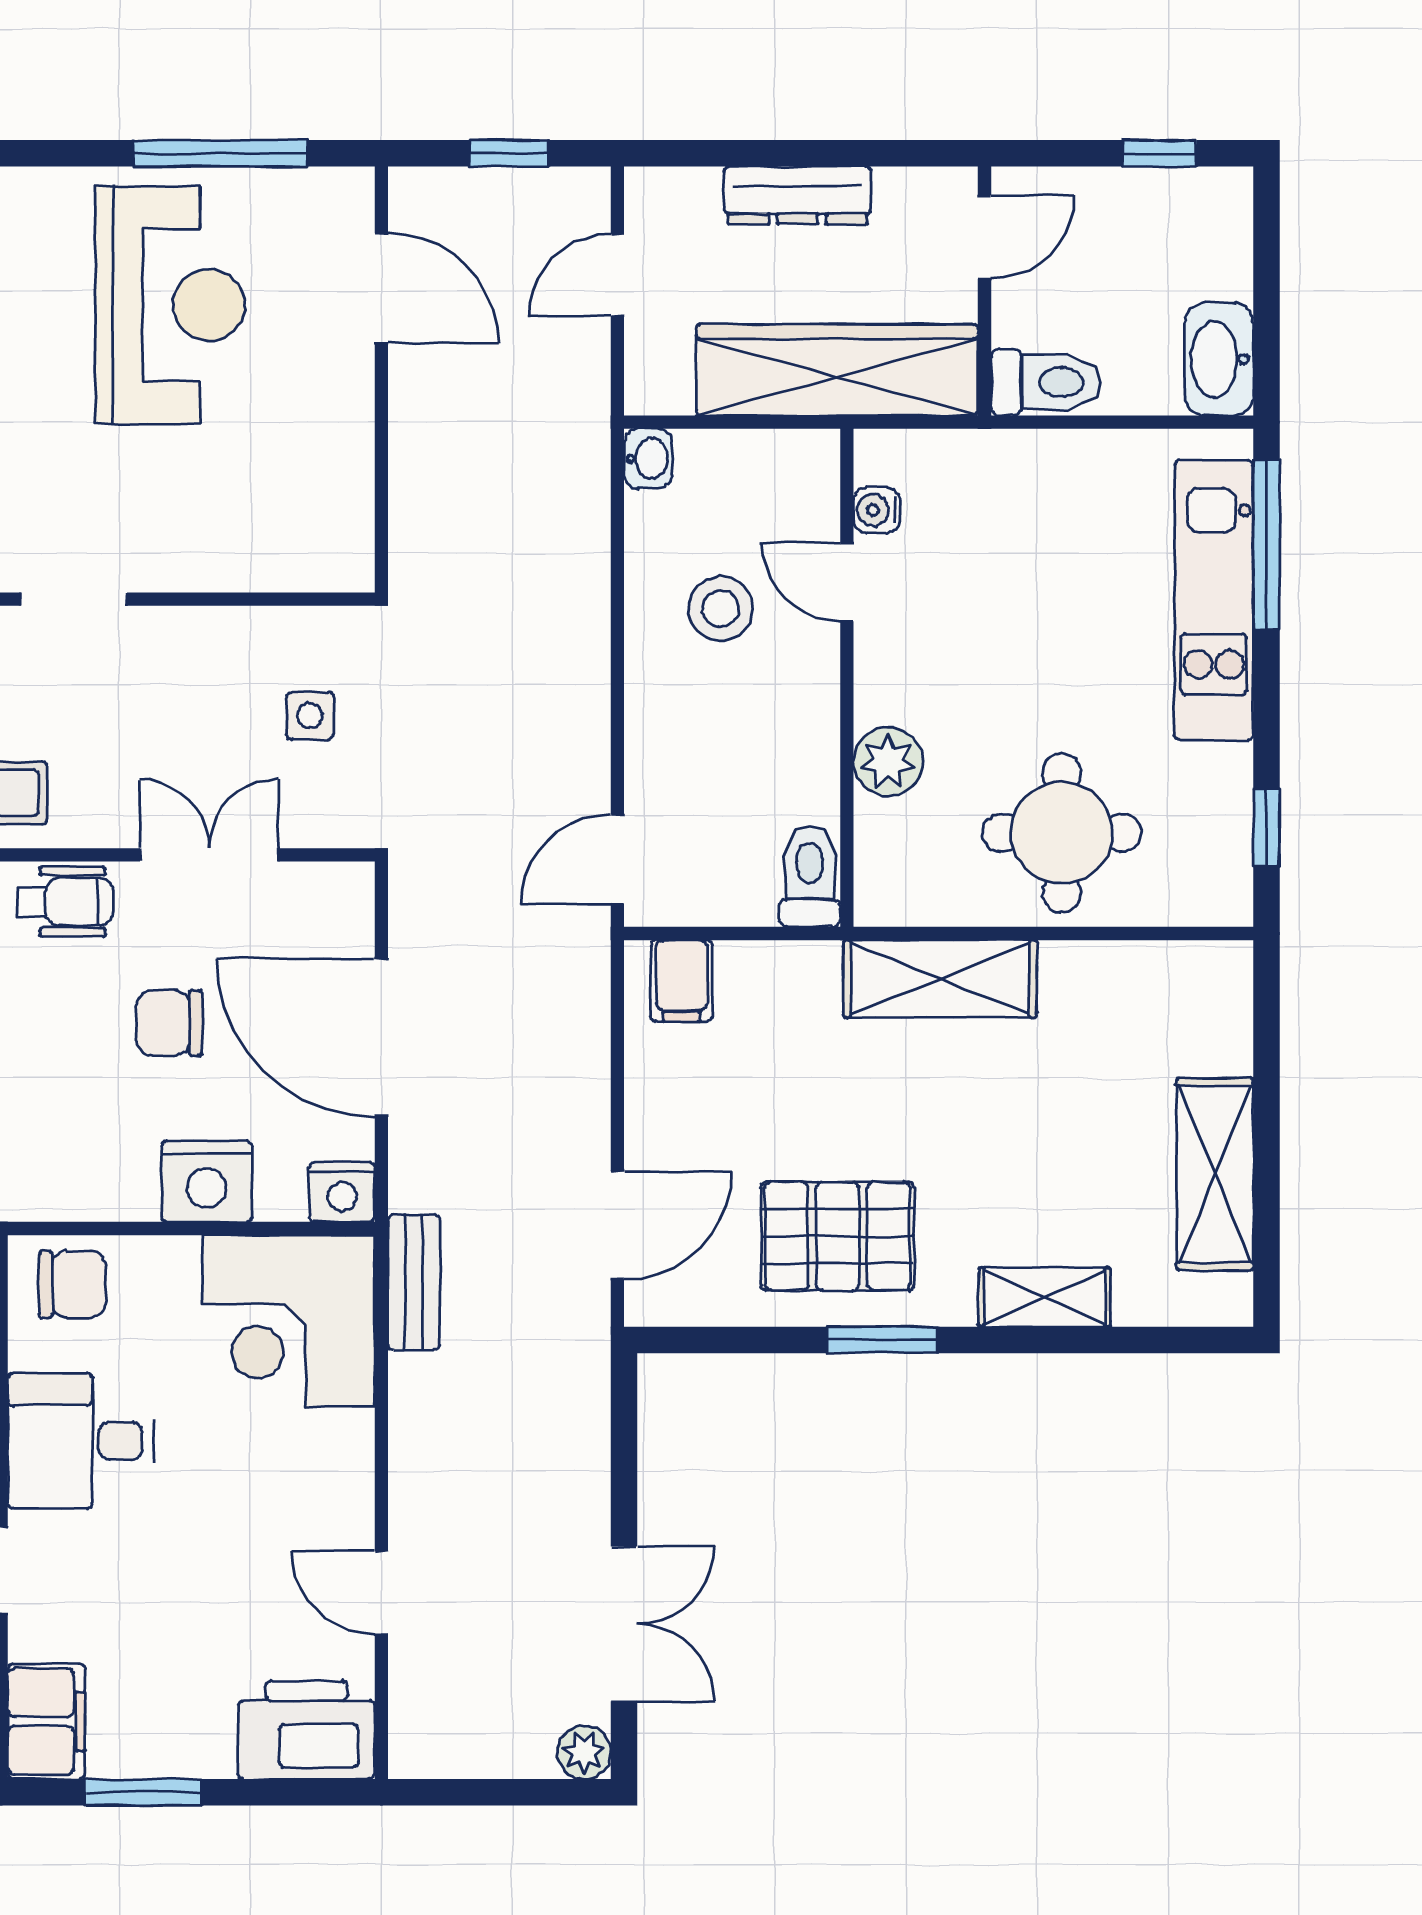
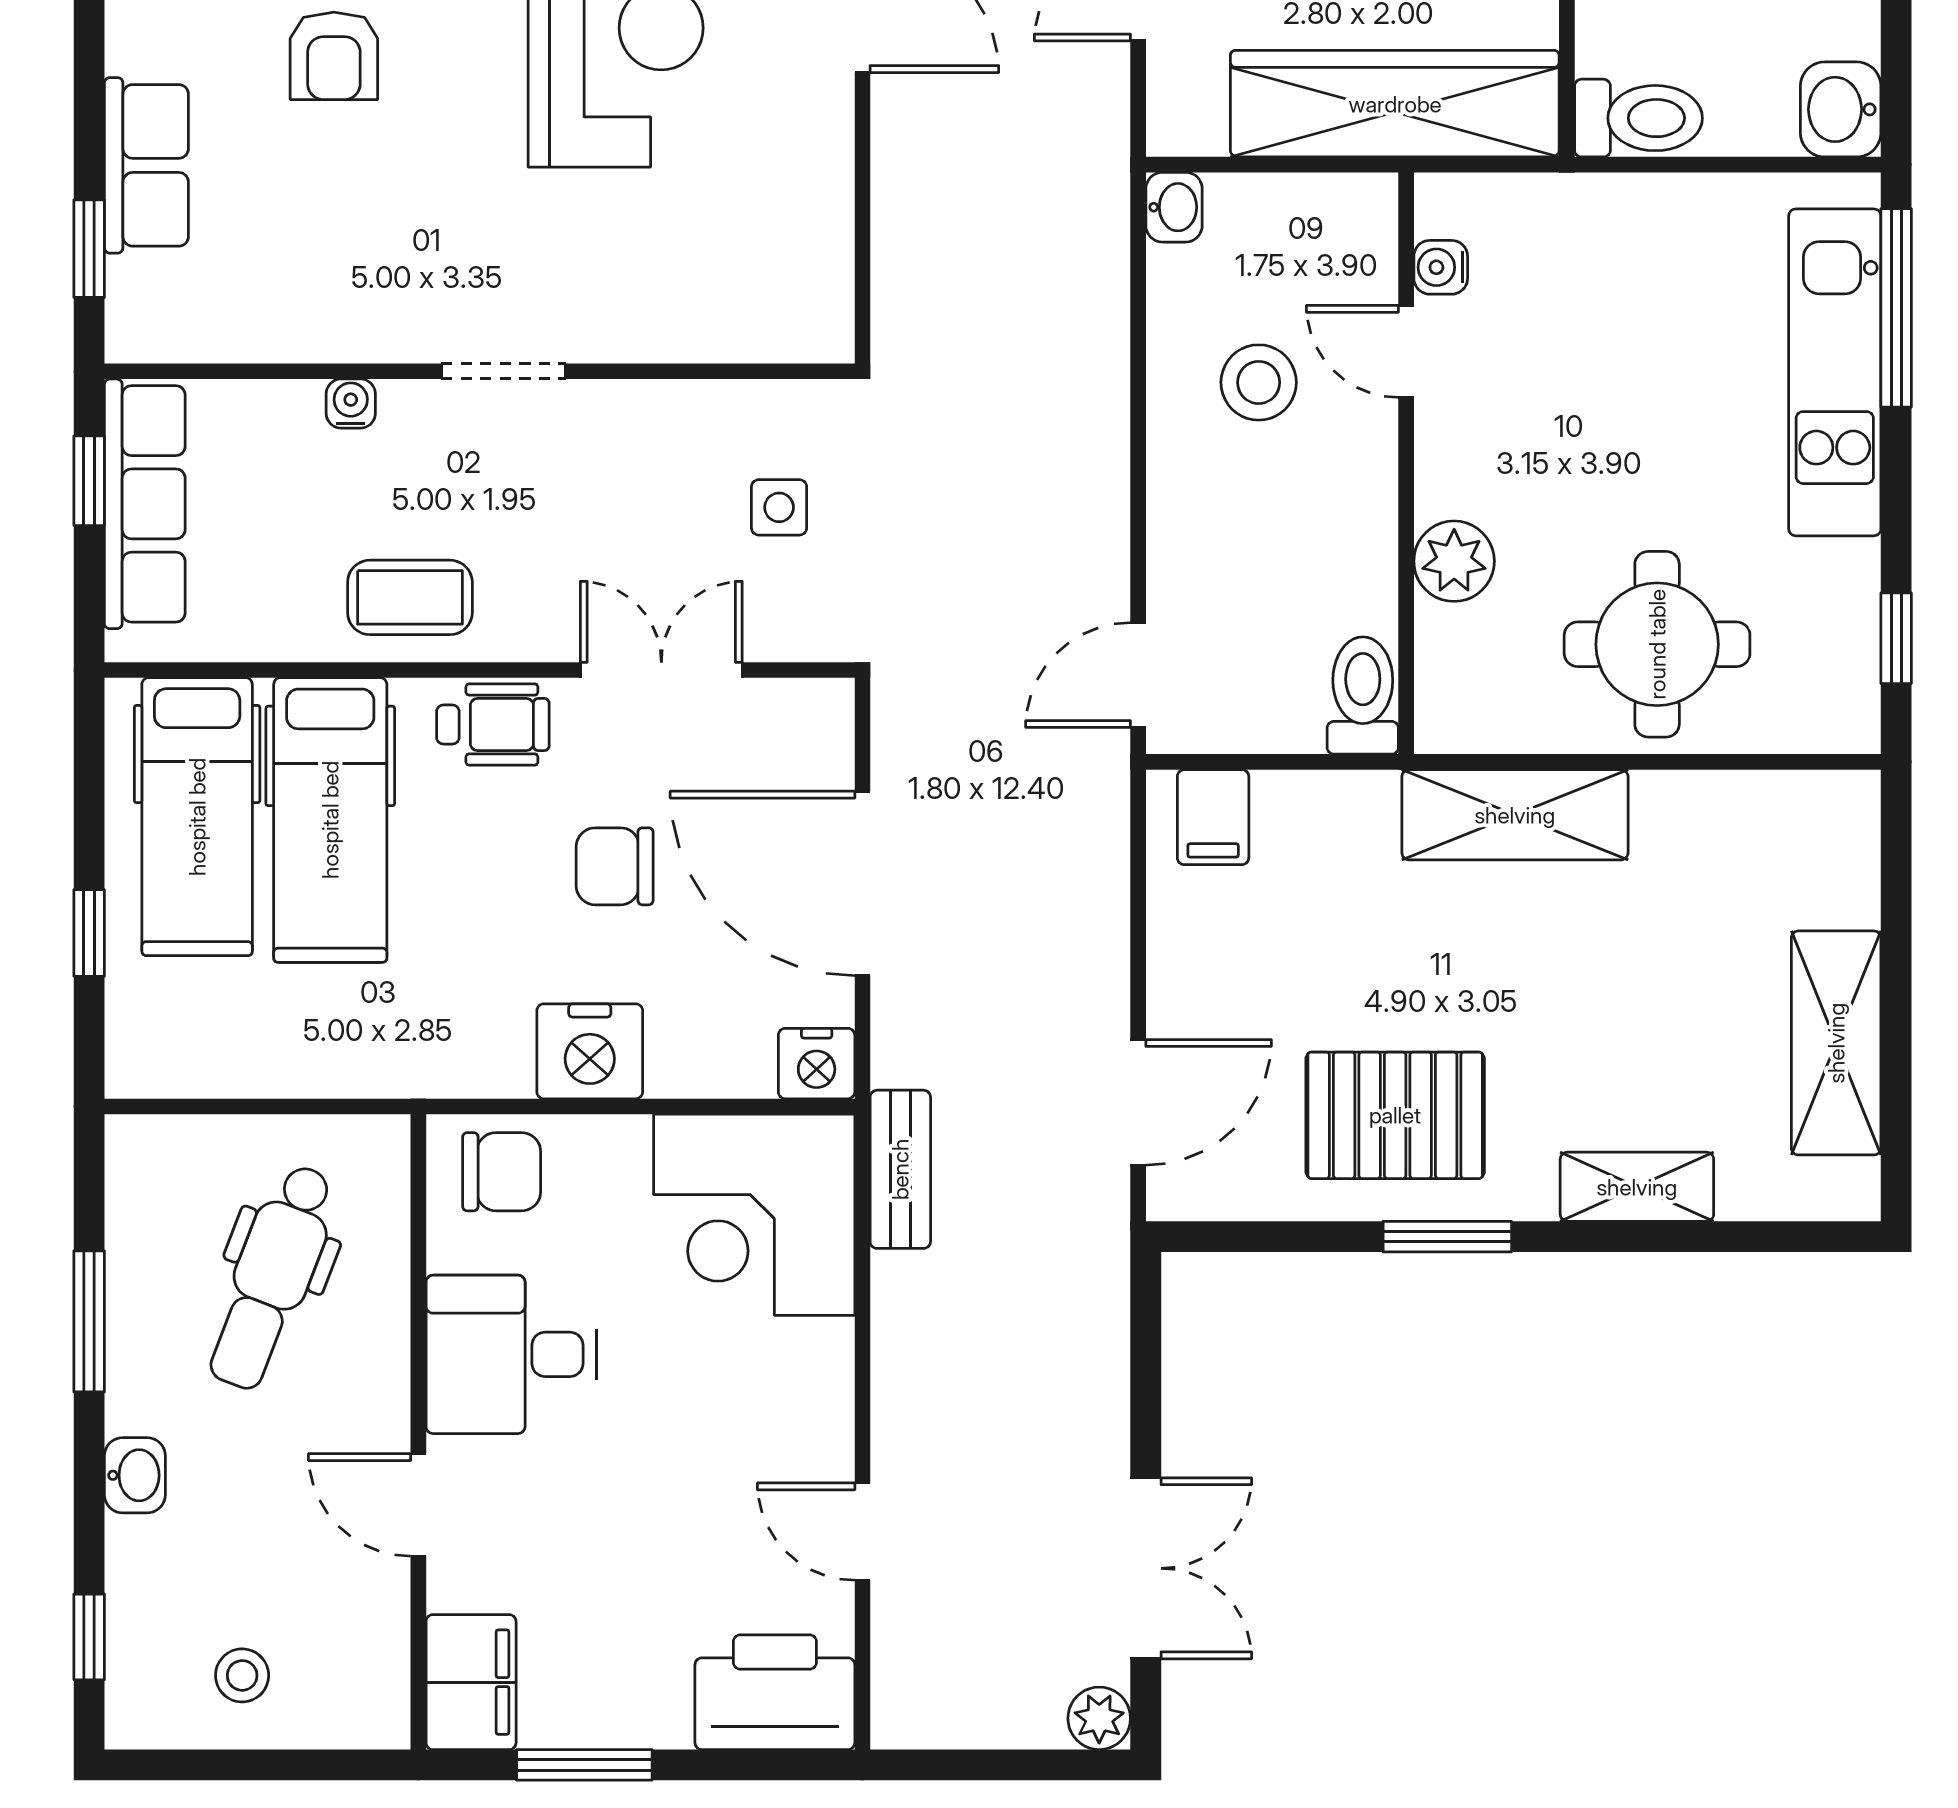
washbasin: (1219, 359) -> (1841, 109), width x0.72
nightstand: (207, 1181) -> (590, 1051), moved

